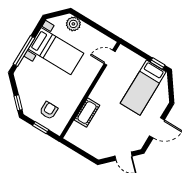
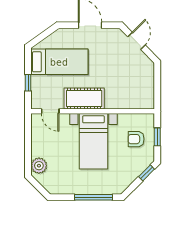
bed with nightstands: (56, 51) -> (93, 141), moved, turned 180
window: (158, 64) -> (28, 83), moved
cot: (87, 113) -> (84, 99), moved, width x1.37, depth x1.34

